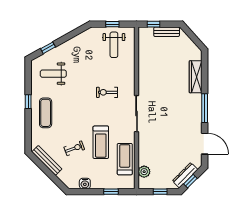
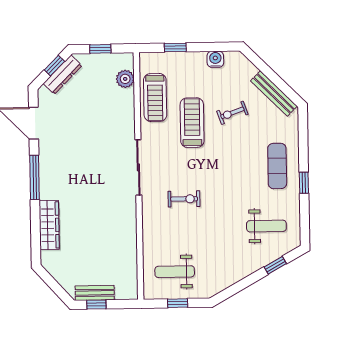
window: (153, 24) -> (96, 305), moved
weight bench: (114, 45) -> (175, 272), turned -90

